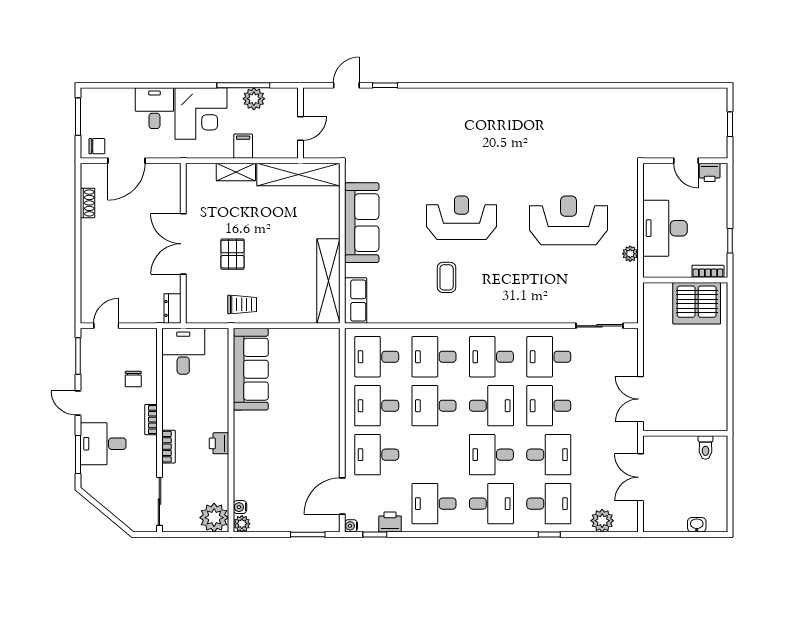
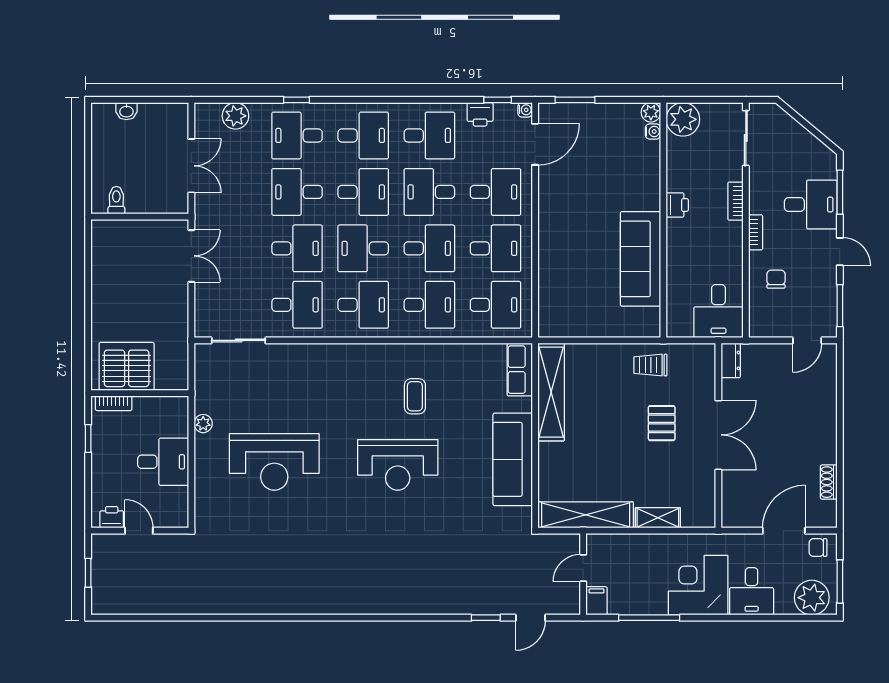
plant: (254, 99) -> (812, 598), moved, width x1.36, depth x1.36
filing cabinet: (243, 146) -> (596, 601), moved, turned 180
desk: (665, 228) -> (163, 462), width x0.73
sofa: (251, 369) -> (641, 259), moved
desk: (434, 455) -> (429, 192), added
desk: (491, 504) -> (363, 135), turned 180

